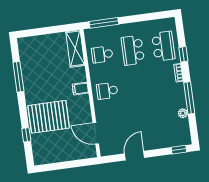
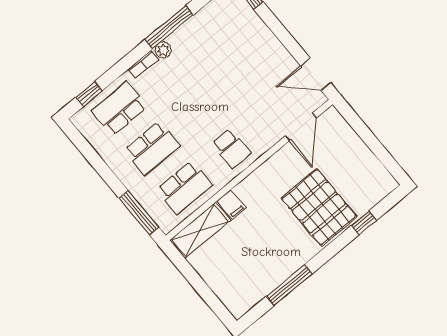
school desk: (102, 54) -> (185, 187), width x1.85
window: (183, 54) -> (89, 94), moved
filing cabinet: (80, 89) -> (232, 205), moved
plant: (183, 113) -> (163, 50), moved
door: (134, 156) -> (316, 74), moved

